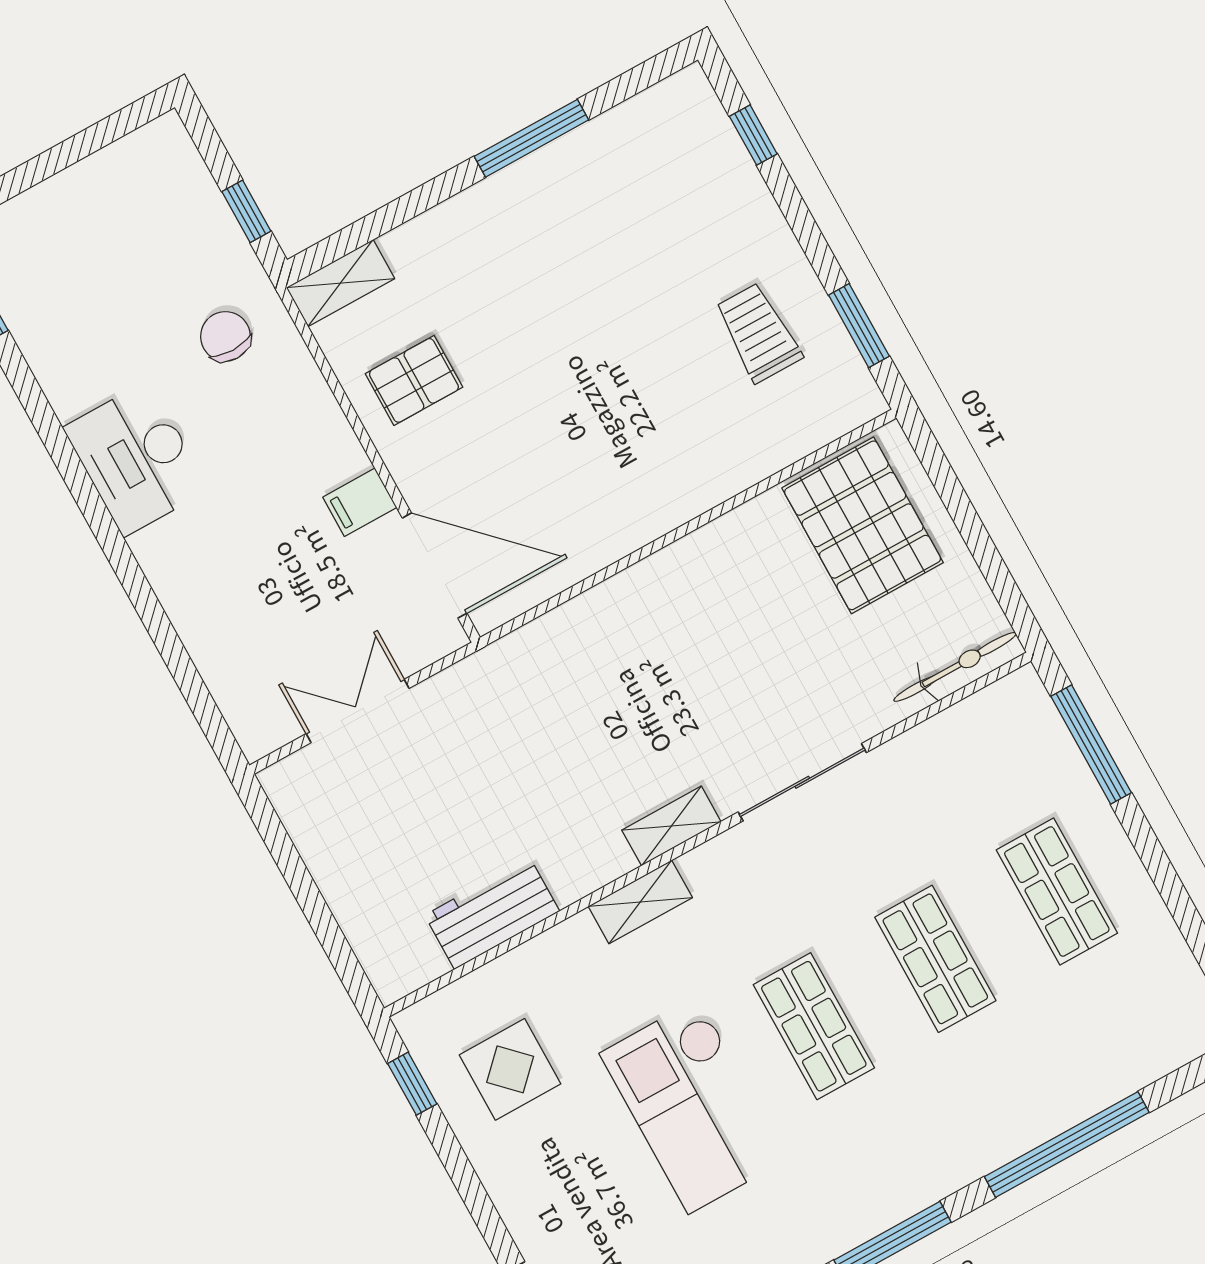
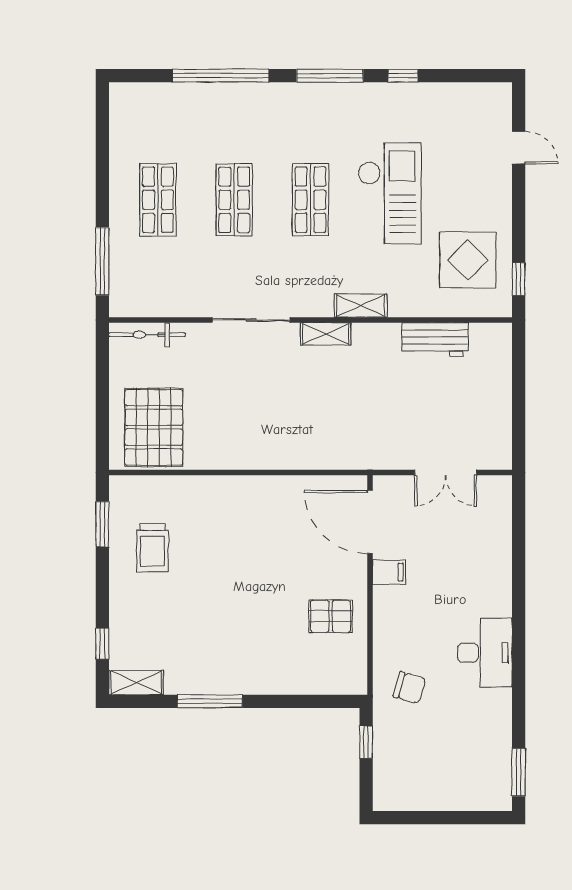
shelving: (340, 283) -> (136, 683), moved
chair: (225, 336) -> (409, 688), turned -74
display table: (510, 1069) -> (468, 260), width x1.36, depth x1.36

